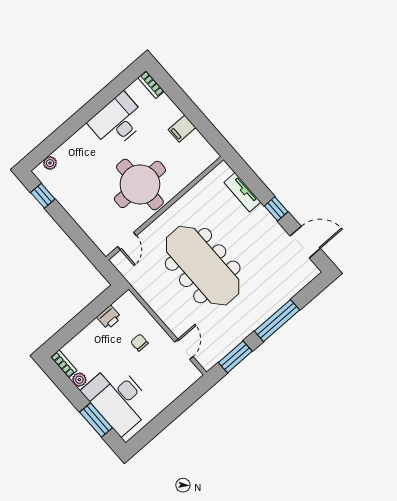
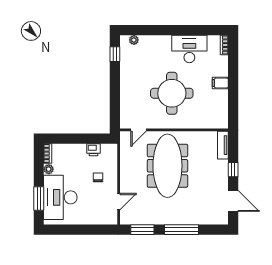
wall: (165, 208) -> (174, 130), moved
door: (127, 241) -> (139, 130), moved

